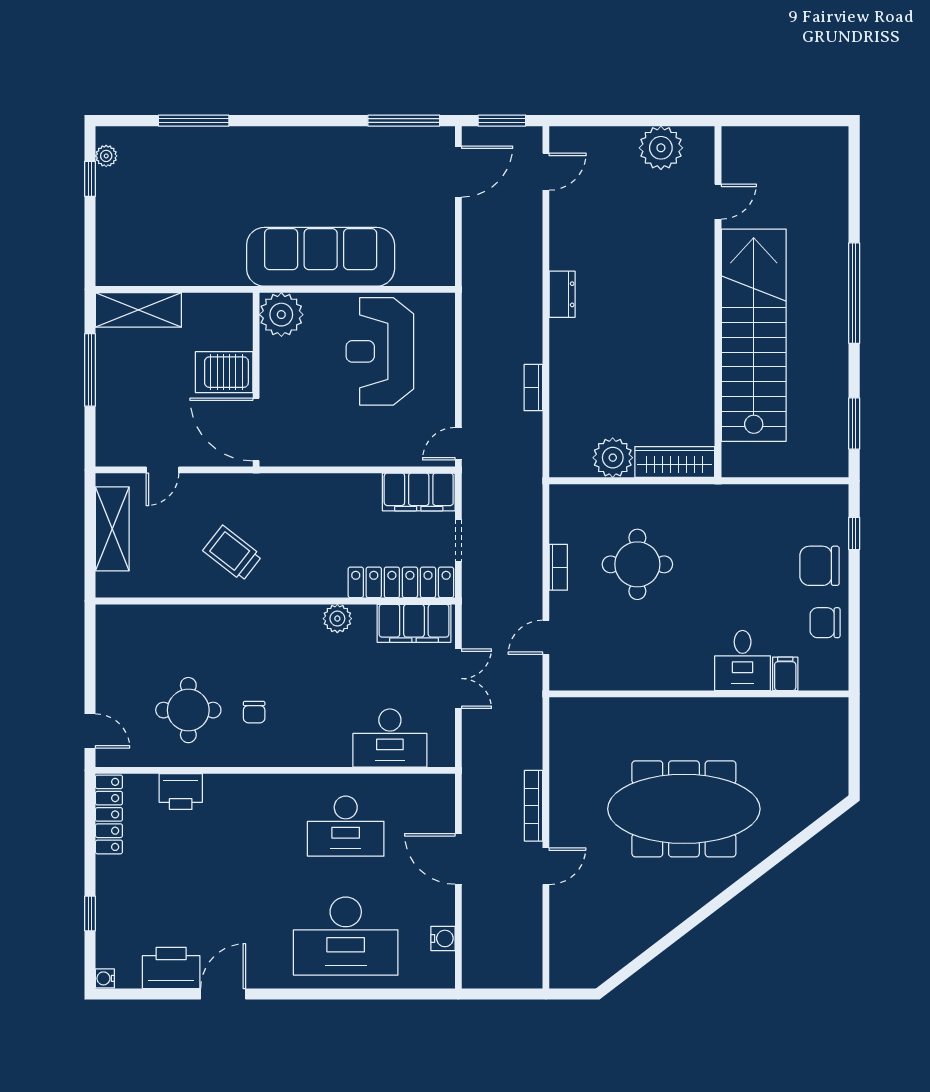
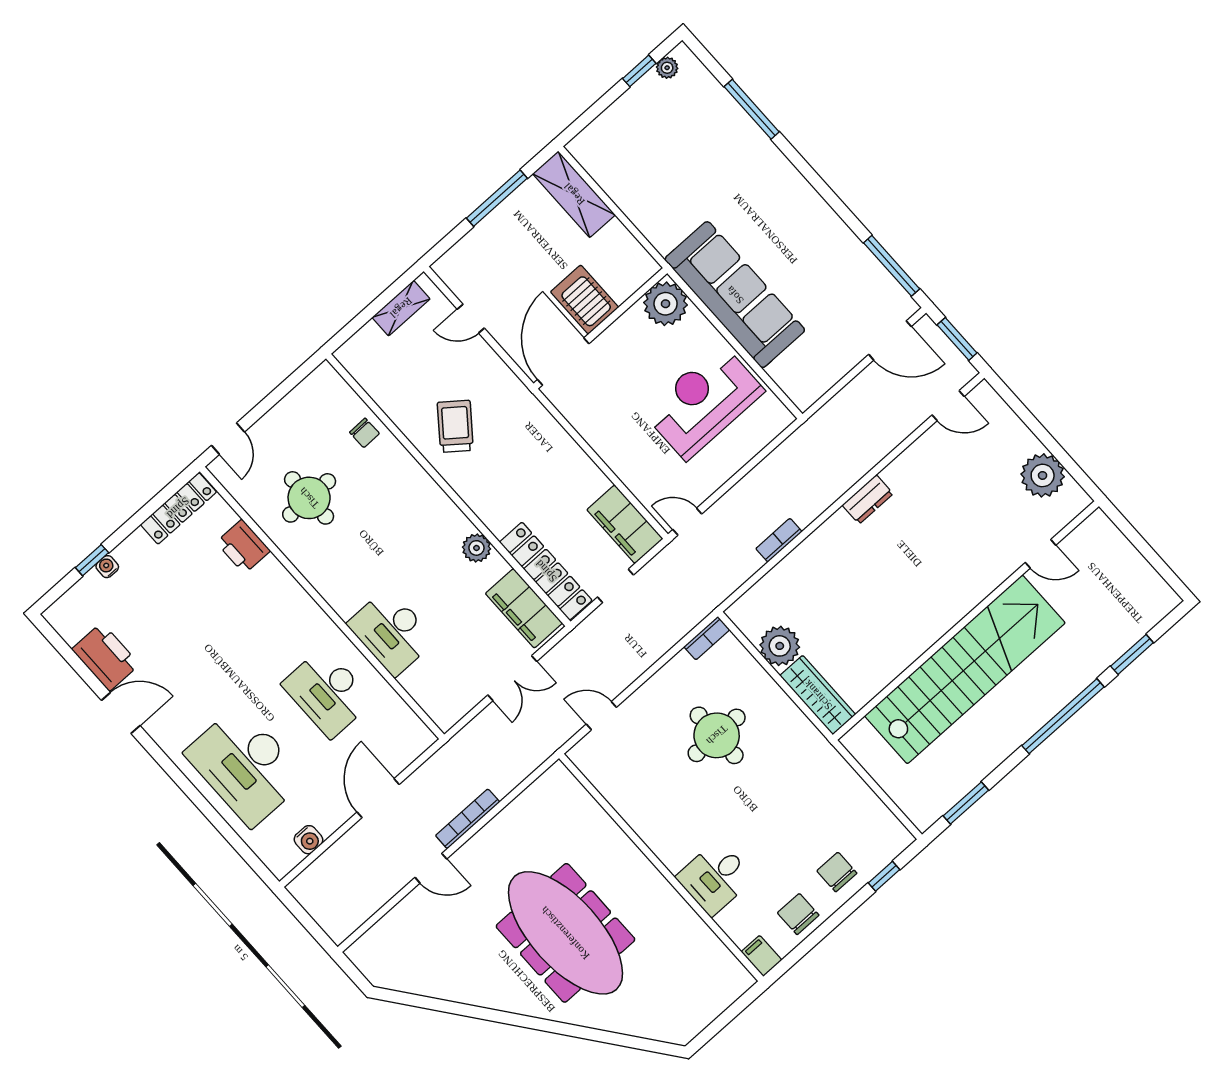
window: (854, 200) -> (1132, 654), added
shelving: (112, 529) -> (401, 308), width x0.67, depth x0.75
chair: (820, 566) -> (837, 872), width x0.73, depth x0.73
bookcase: (558, 567) -> (707, 638), moved
filing cabinet: (785, 674) -> (761, 956), moved, turned -90
chair: (254, 712) -> (364, 433), moved, turned -91
desk: (390, 738) -> (391, 632), moved
water cooler: (105, 978) -> (107, 567), moved

